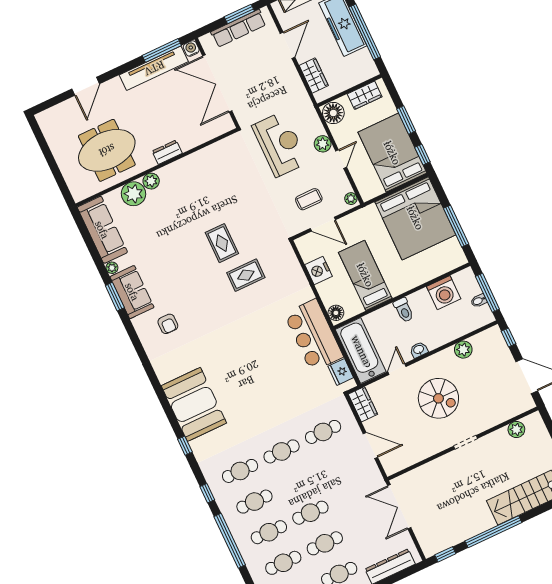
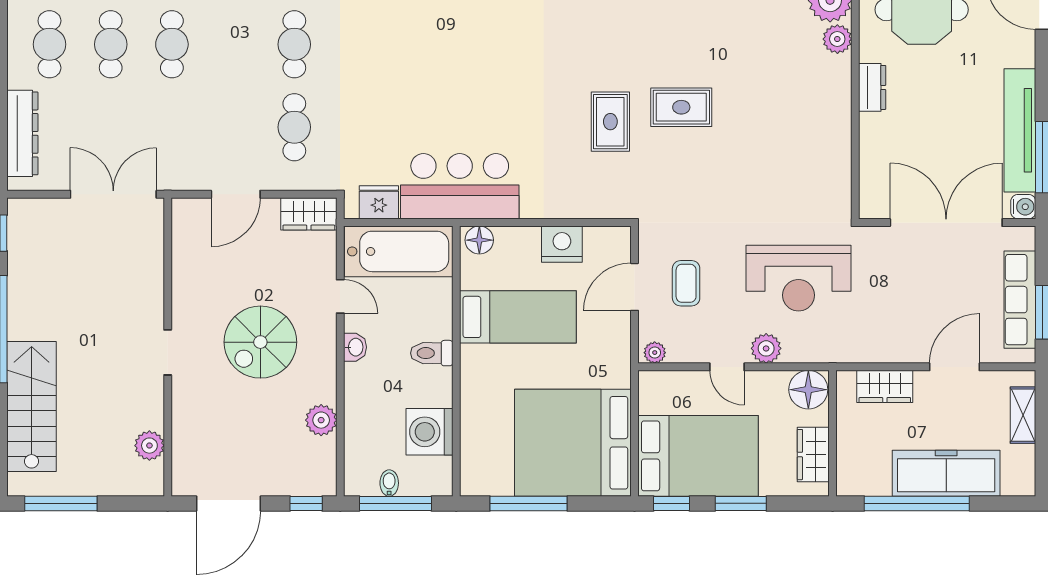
door: (287, 45) -> (954, 367), swing flipped

